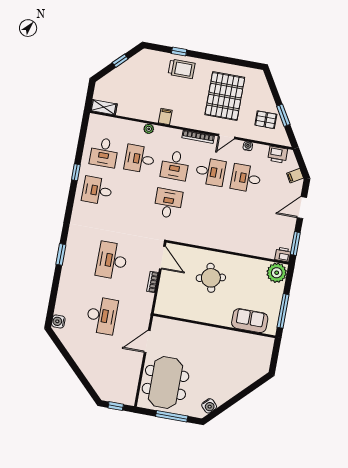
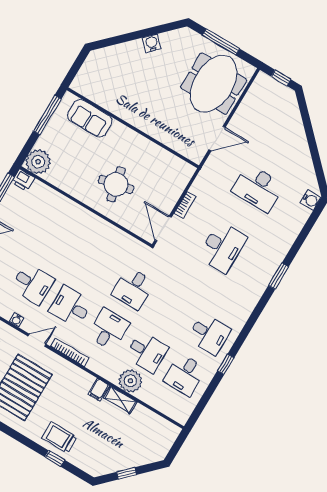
shelving: (104, 107) -> (120, 400), moved
plant: (149, 129) -> (130, 381), width x1.88, depth x1.88
desk: (104, 152) -> (185, 375), turned 180
desk: (102, 316) -> (258, 188), turned -90
water cooler: (209, 406) -> (152, 43), moved

